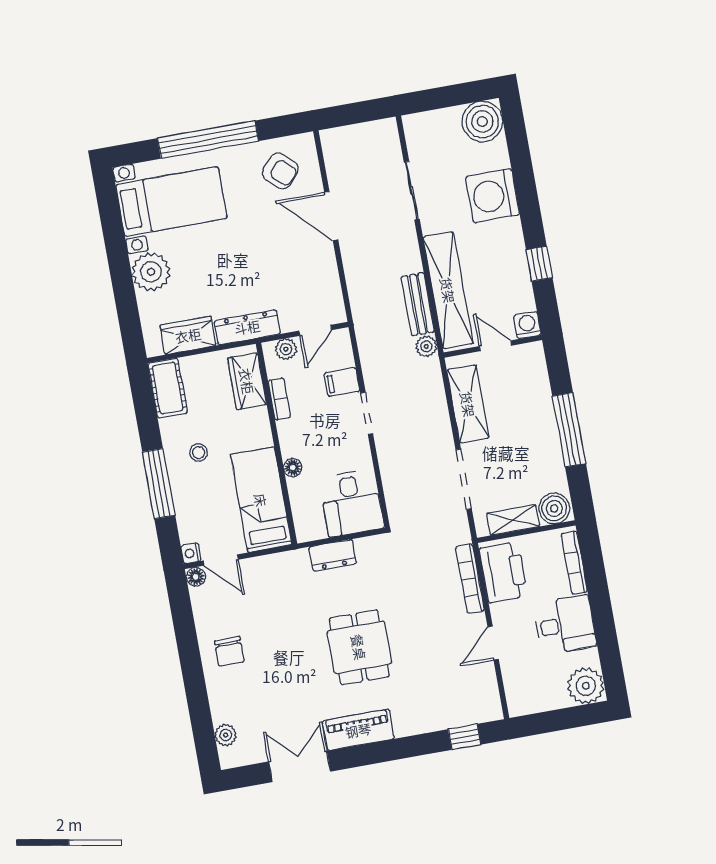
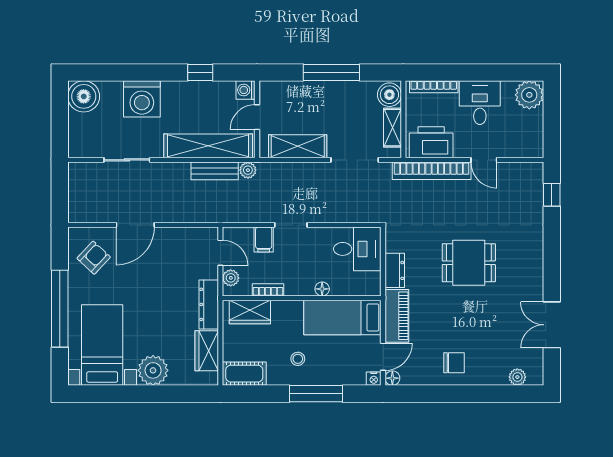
bookcase: (470, 579) -> (432, 171), width x1.48, depth x1.31
piano: (358, 730) -> (397, 316), moved, turned 180

